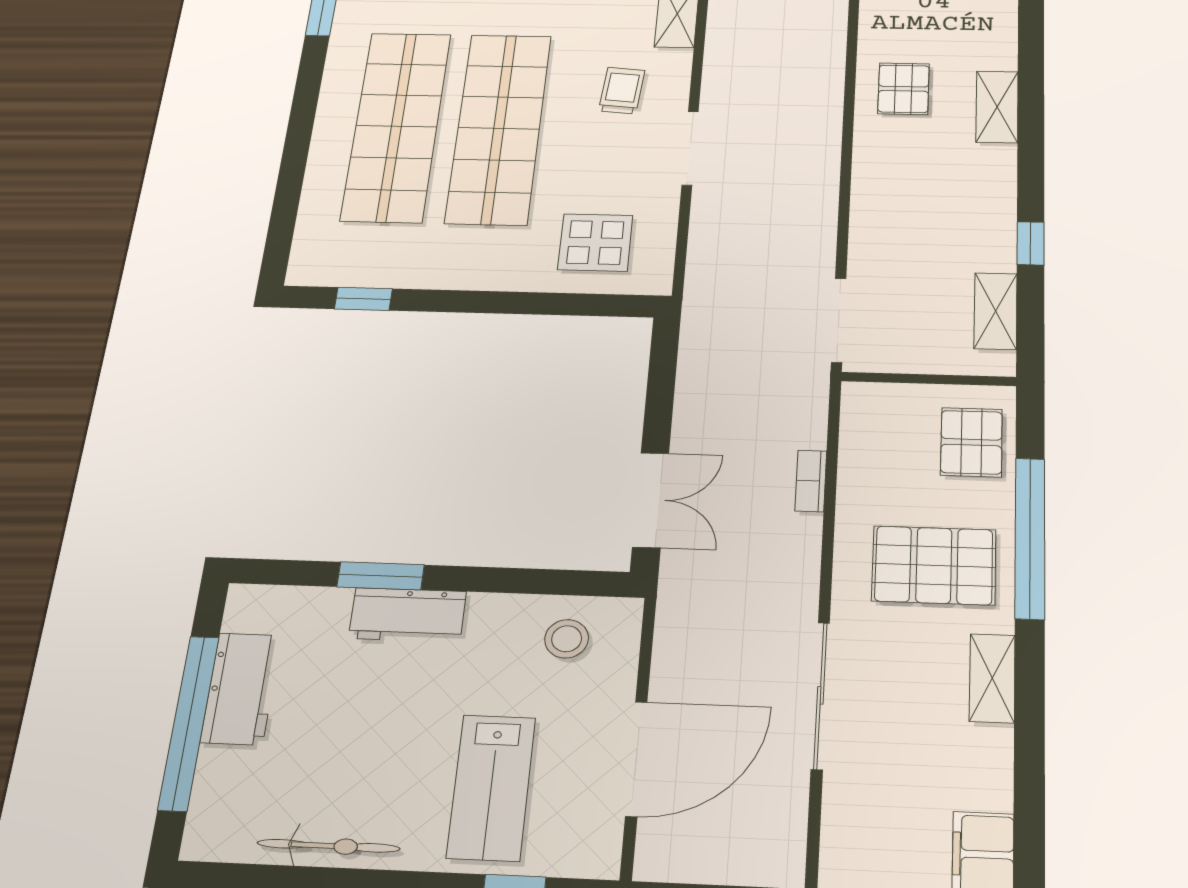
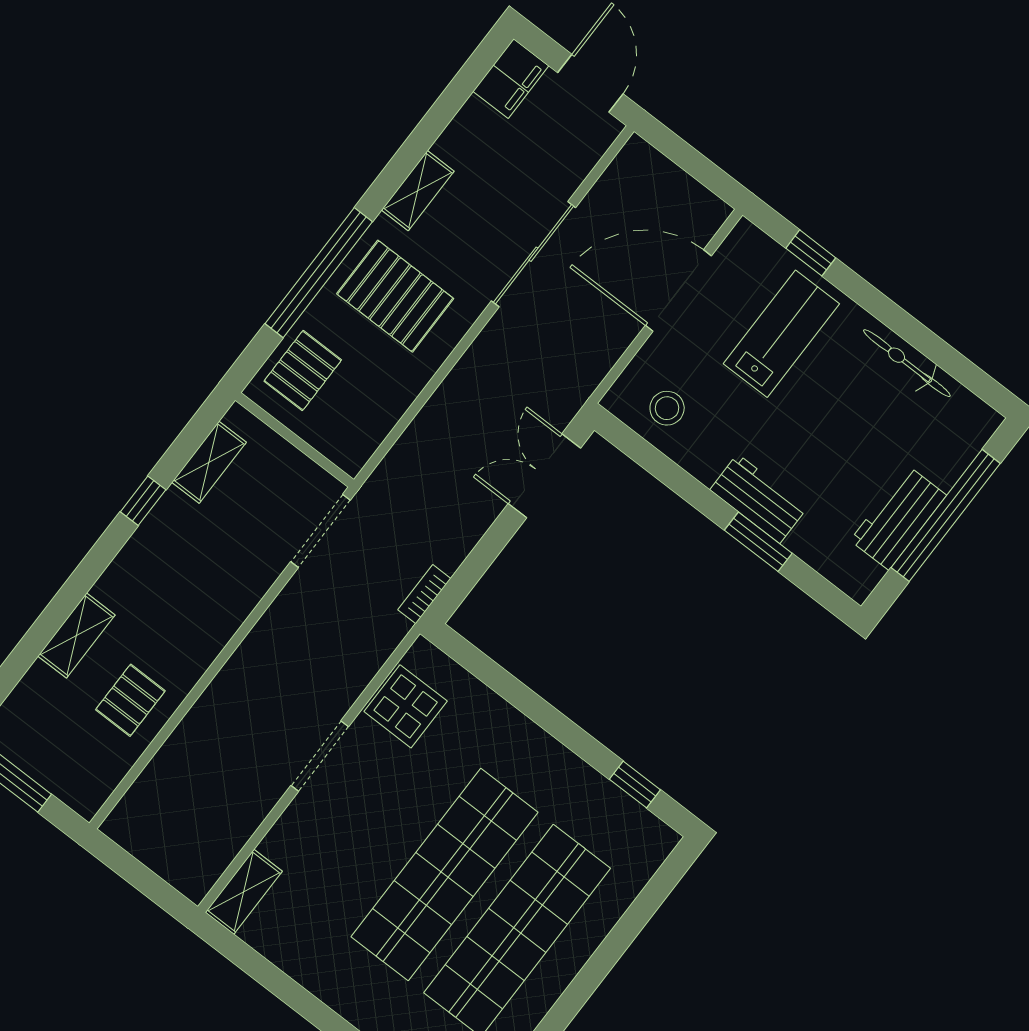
trolley: (622, 91) -> (333, 846), removed
display table: (595, 243) -> (406, 706), moved
bookcase: (811, 481) -> (424, 594), moved, turned 180

